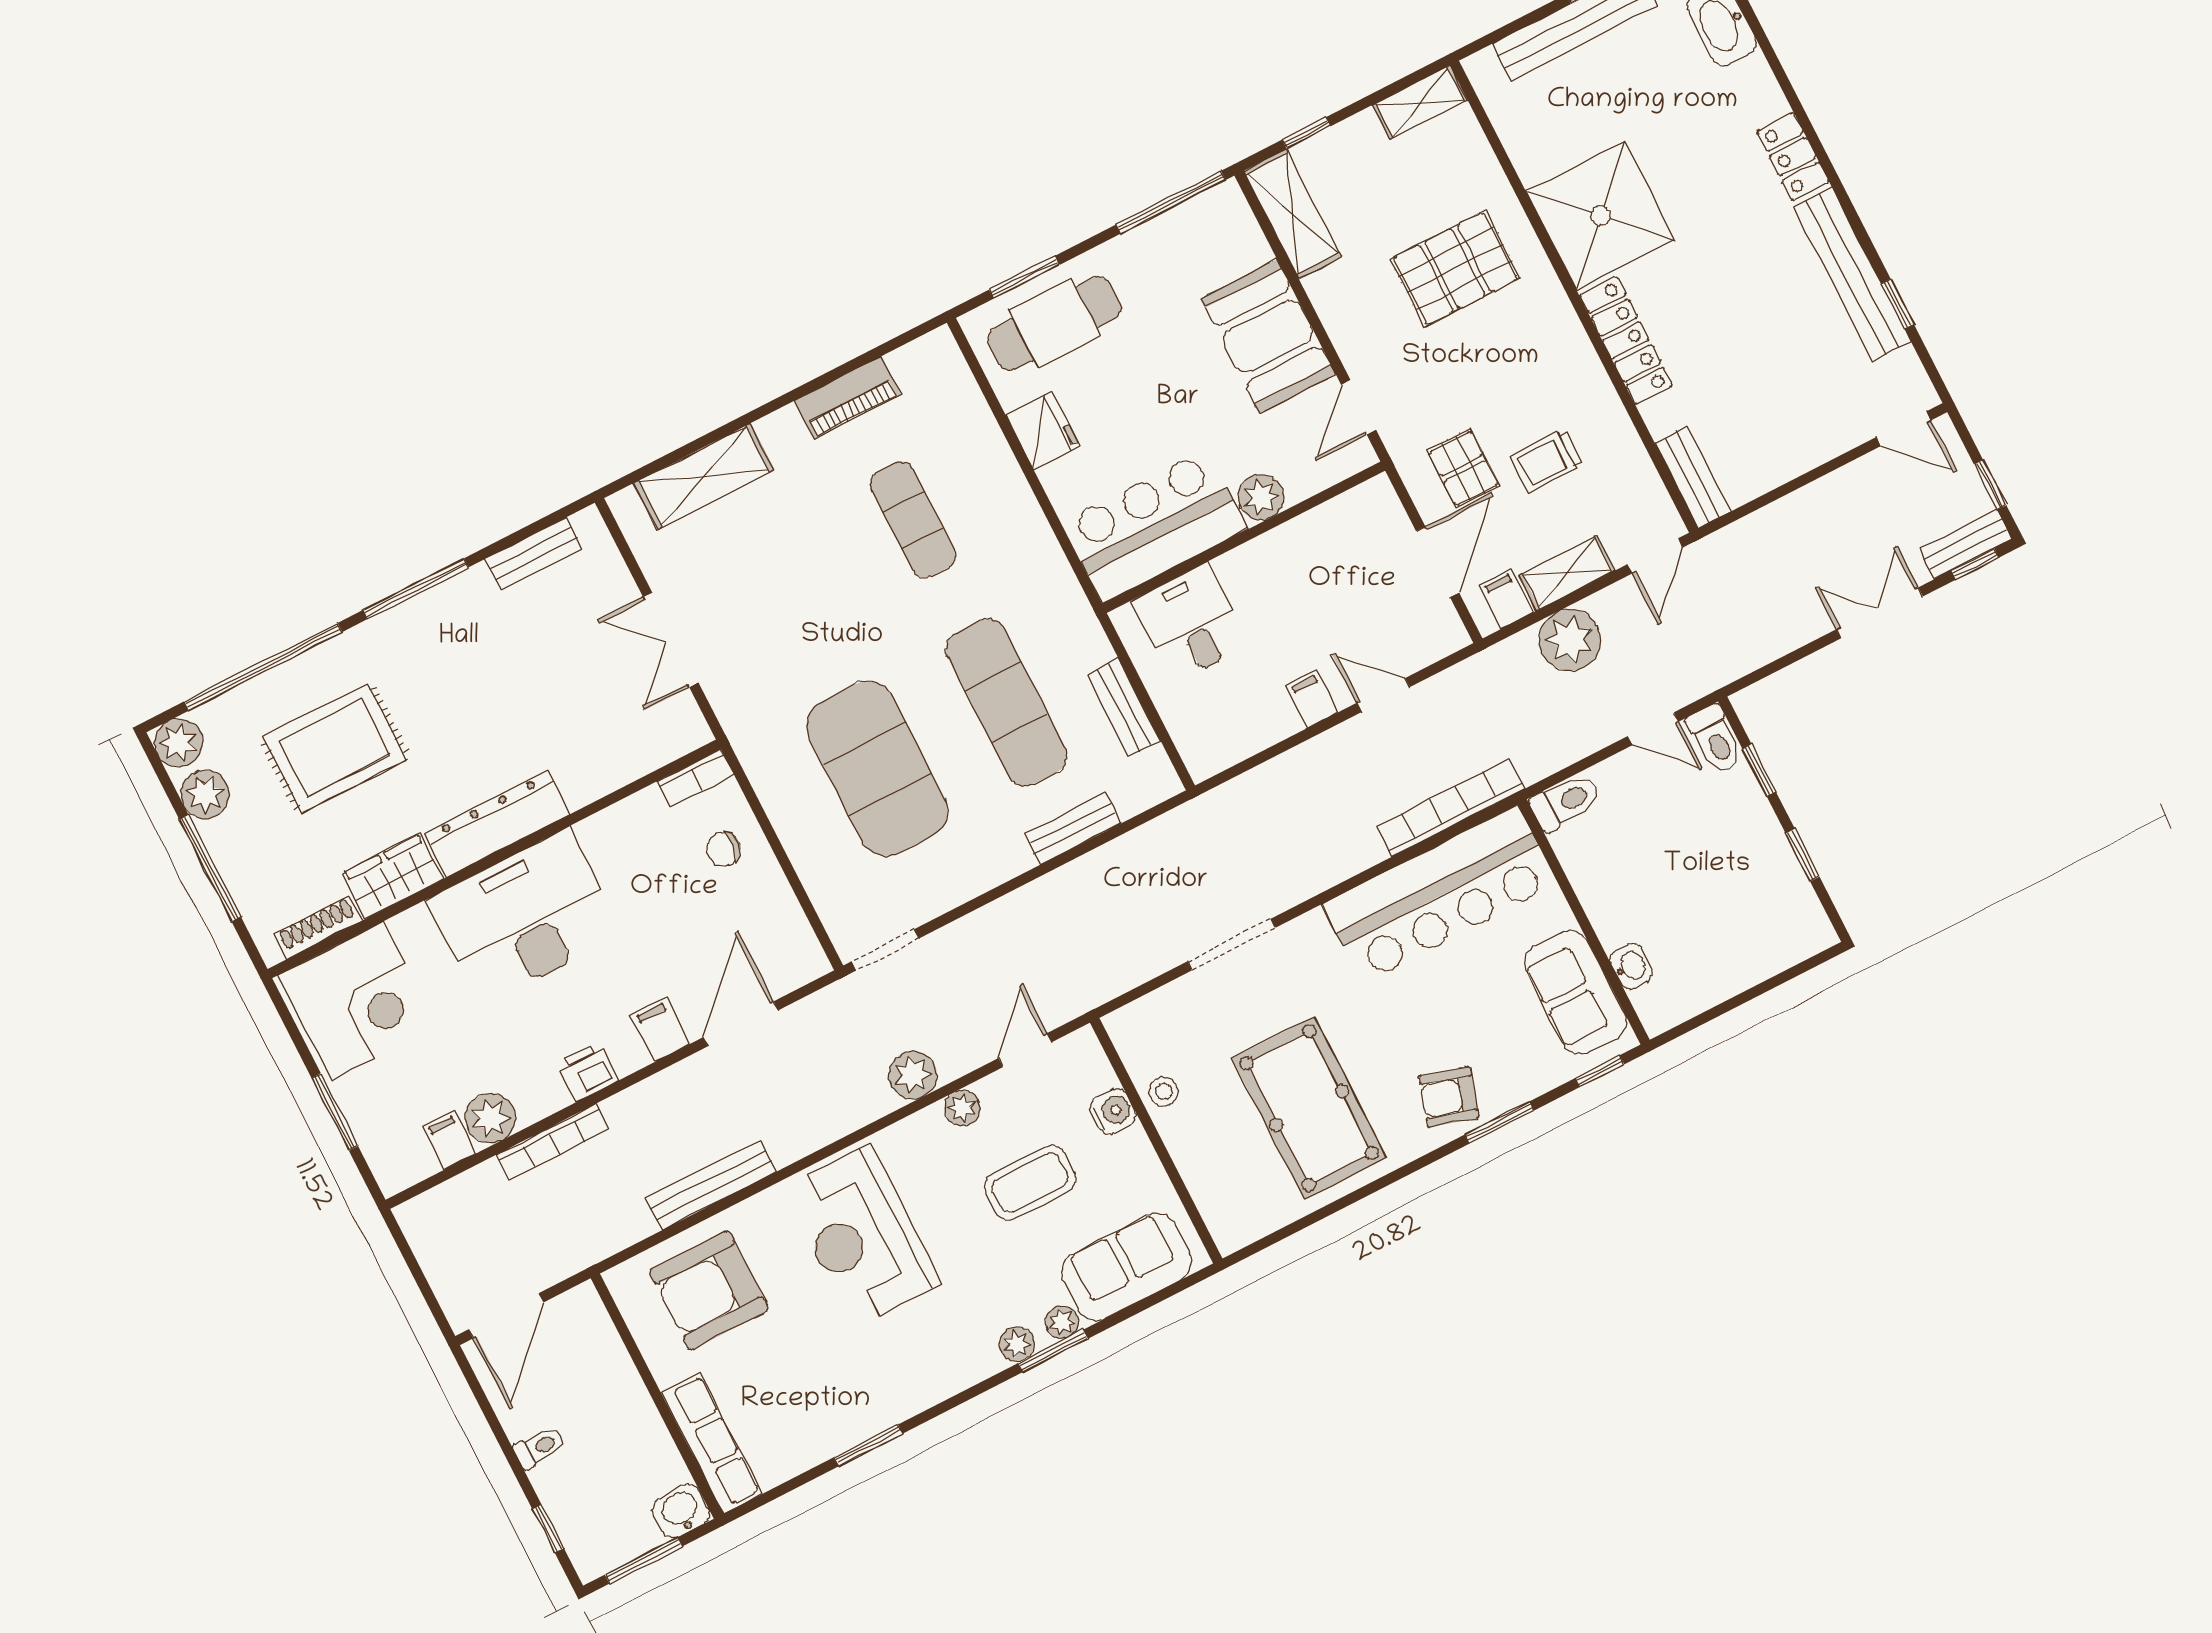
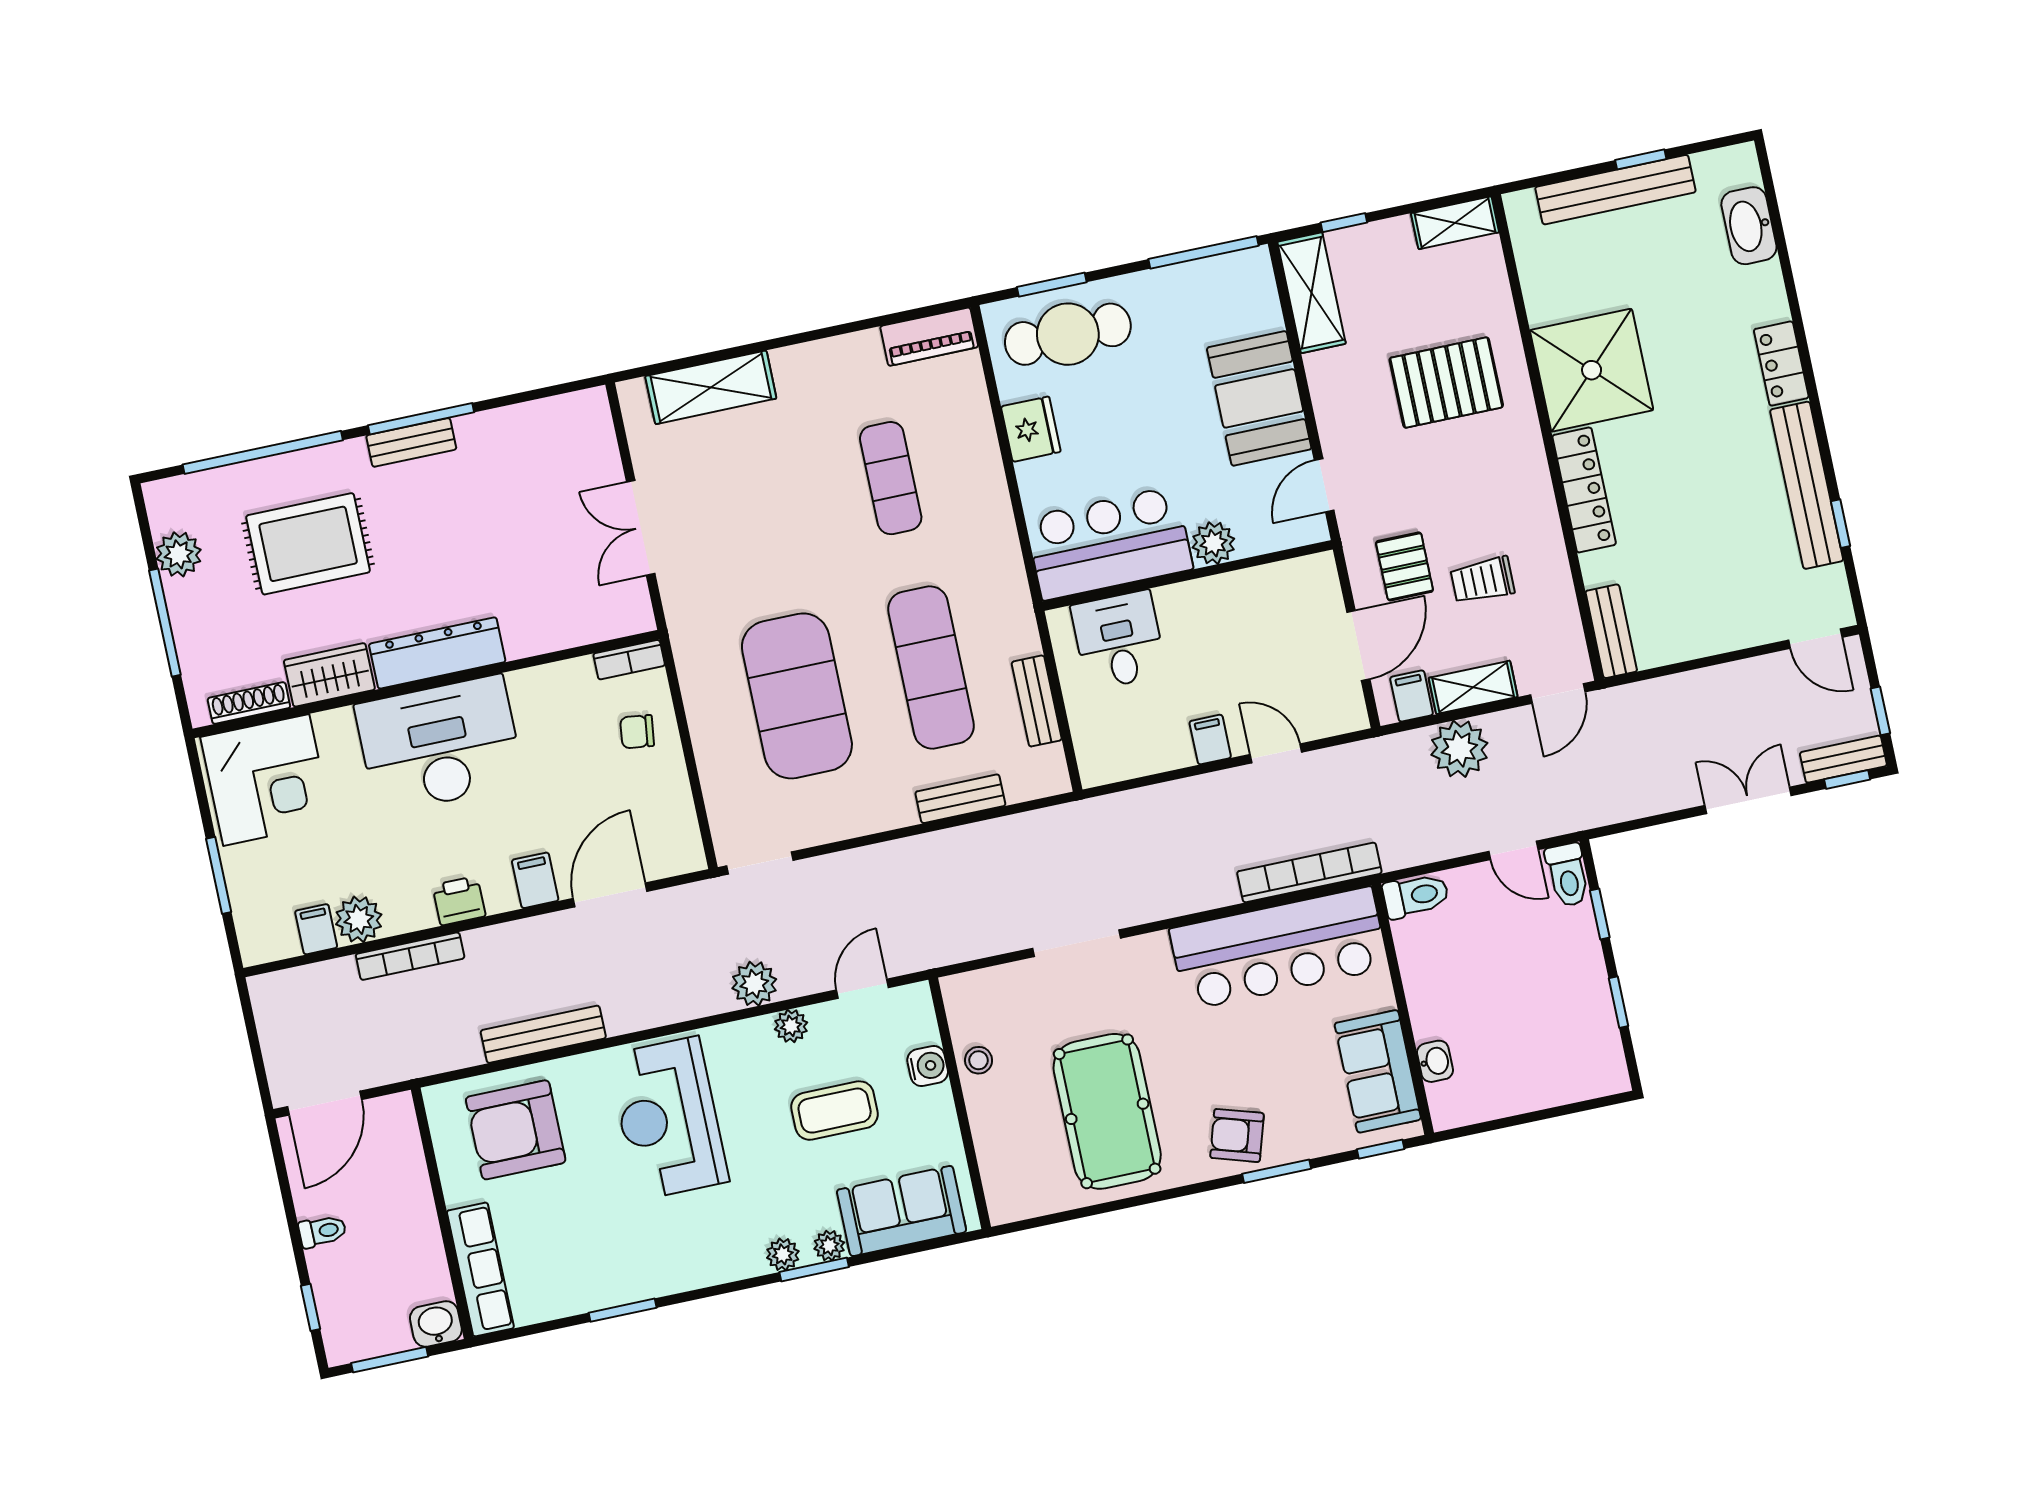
piano: (848, 398) -> (929, 337), moved
bench: (534, 554) -> (411, 442), moved
plant: (179, 743) -> (167, 501), removed

